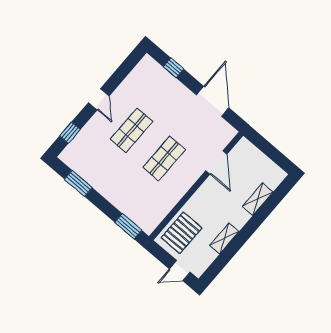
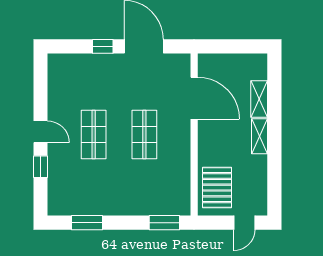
window: (174, 68) -> (103, 46), moved
window: (70, 133) -> (41, 167), moved
door: (216, 162) -> (194, 98), width x1.36
shelving: (224, 238) -> (259, 136), moved

